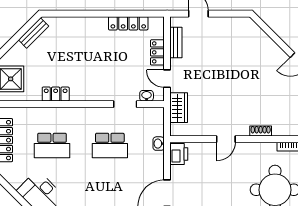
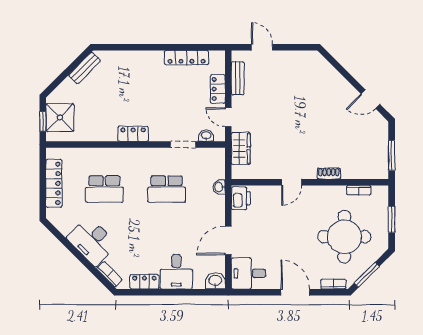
locker: (56, 94) -> (133, 134), moved

